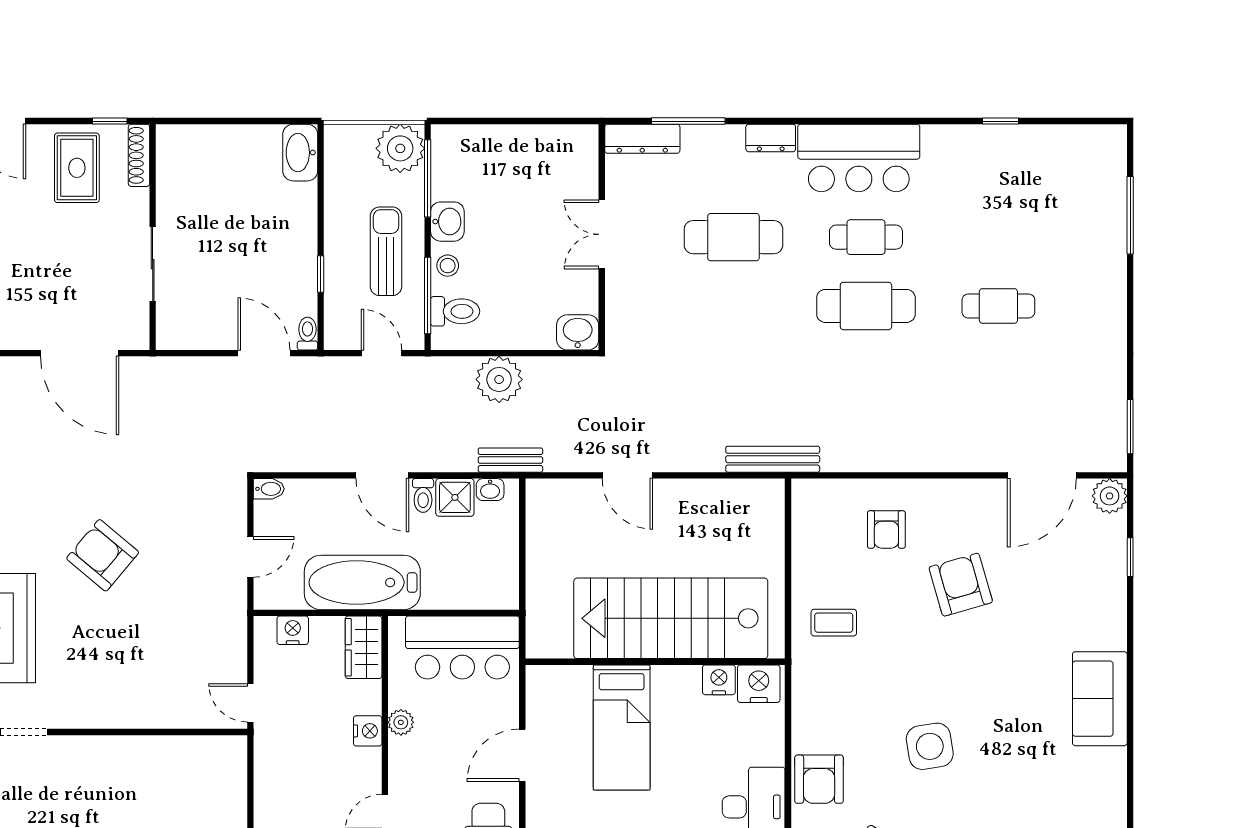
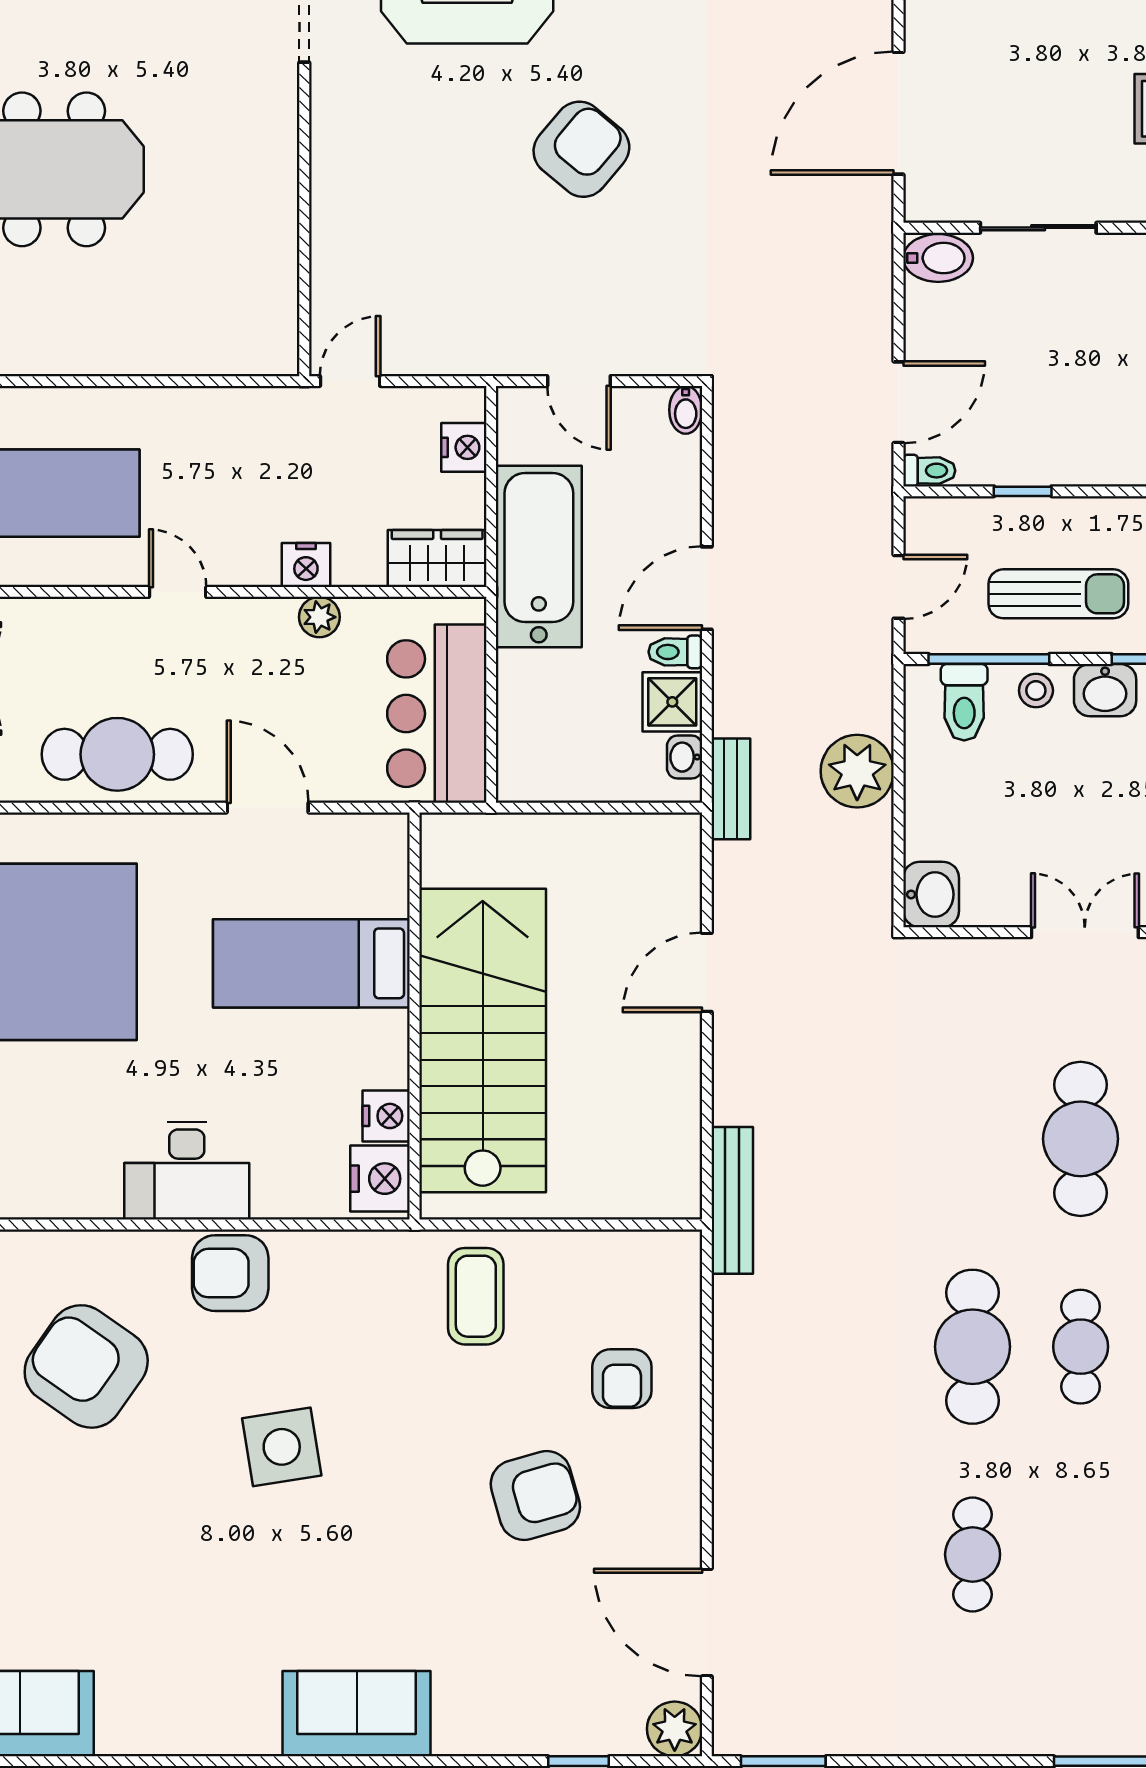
bidet: (172, 328) -> (938, 258), added
armchair: (886, 530) -> (622, 1379), turned -90
coffee table: (834, 623) -> (476, 1296), width x1.36, depth x1.30

